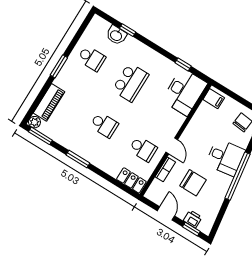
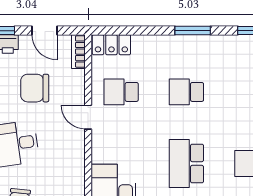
bookcase: (165, 169) -> (78, 52), moved

